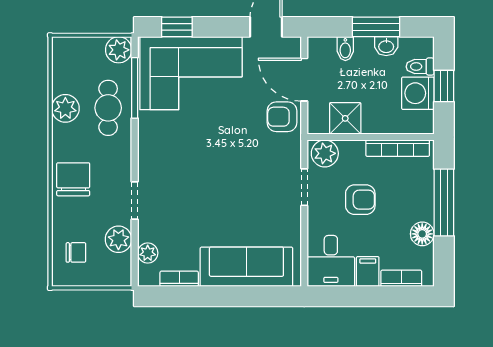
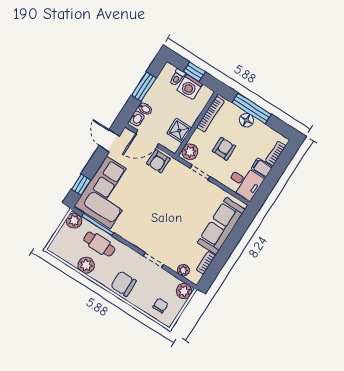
washbasin: (386, 46) -> (137, 118), moved
floor lamp: (422, 234) -> (246, 120), moved
plant: (118, 239) -> (184, 291), moved

